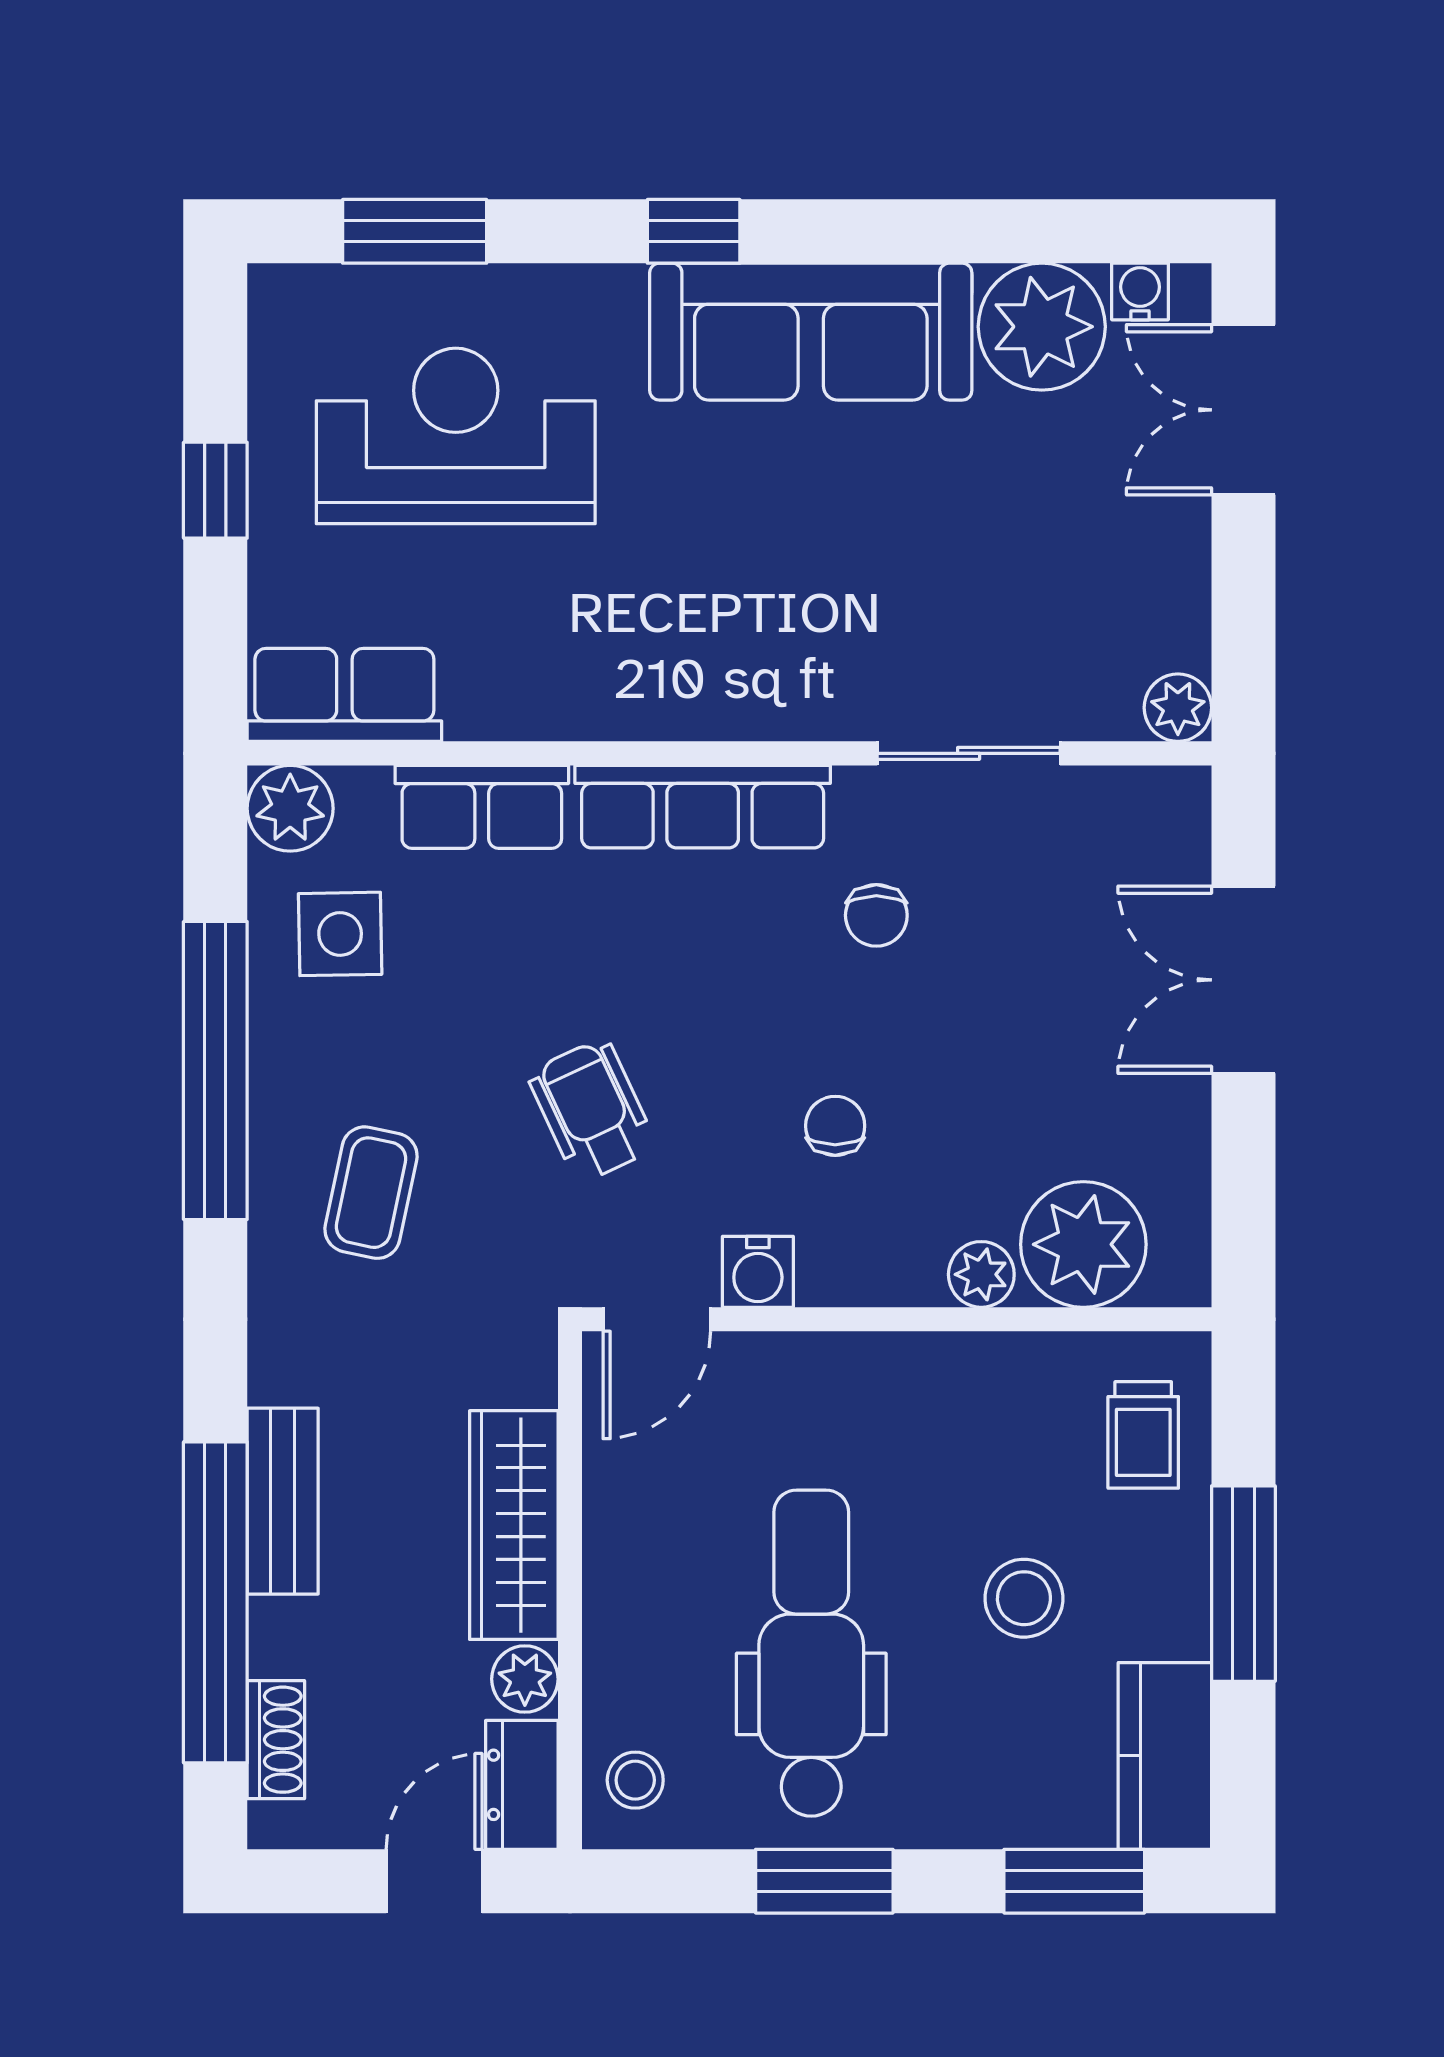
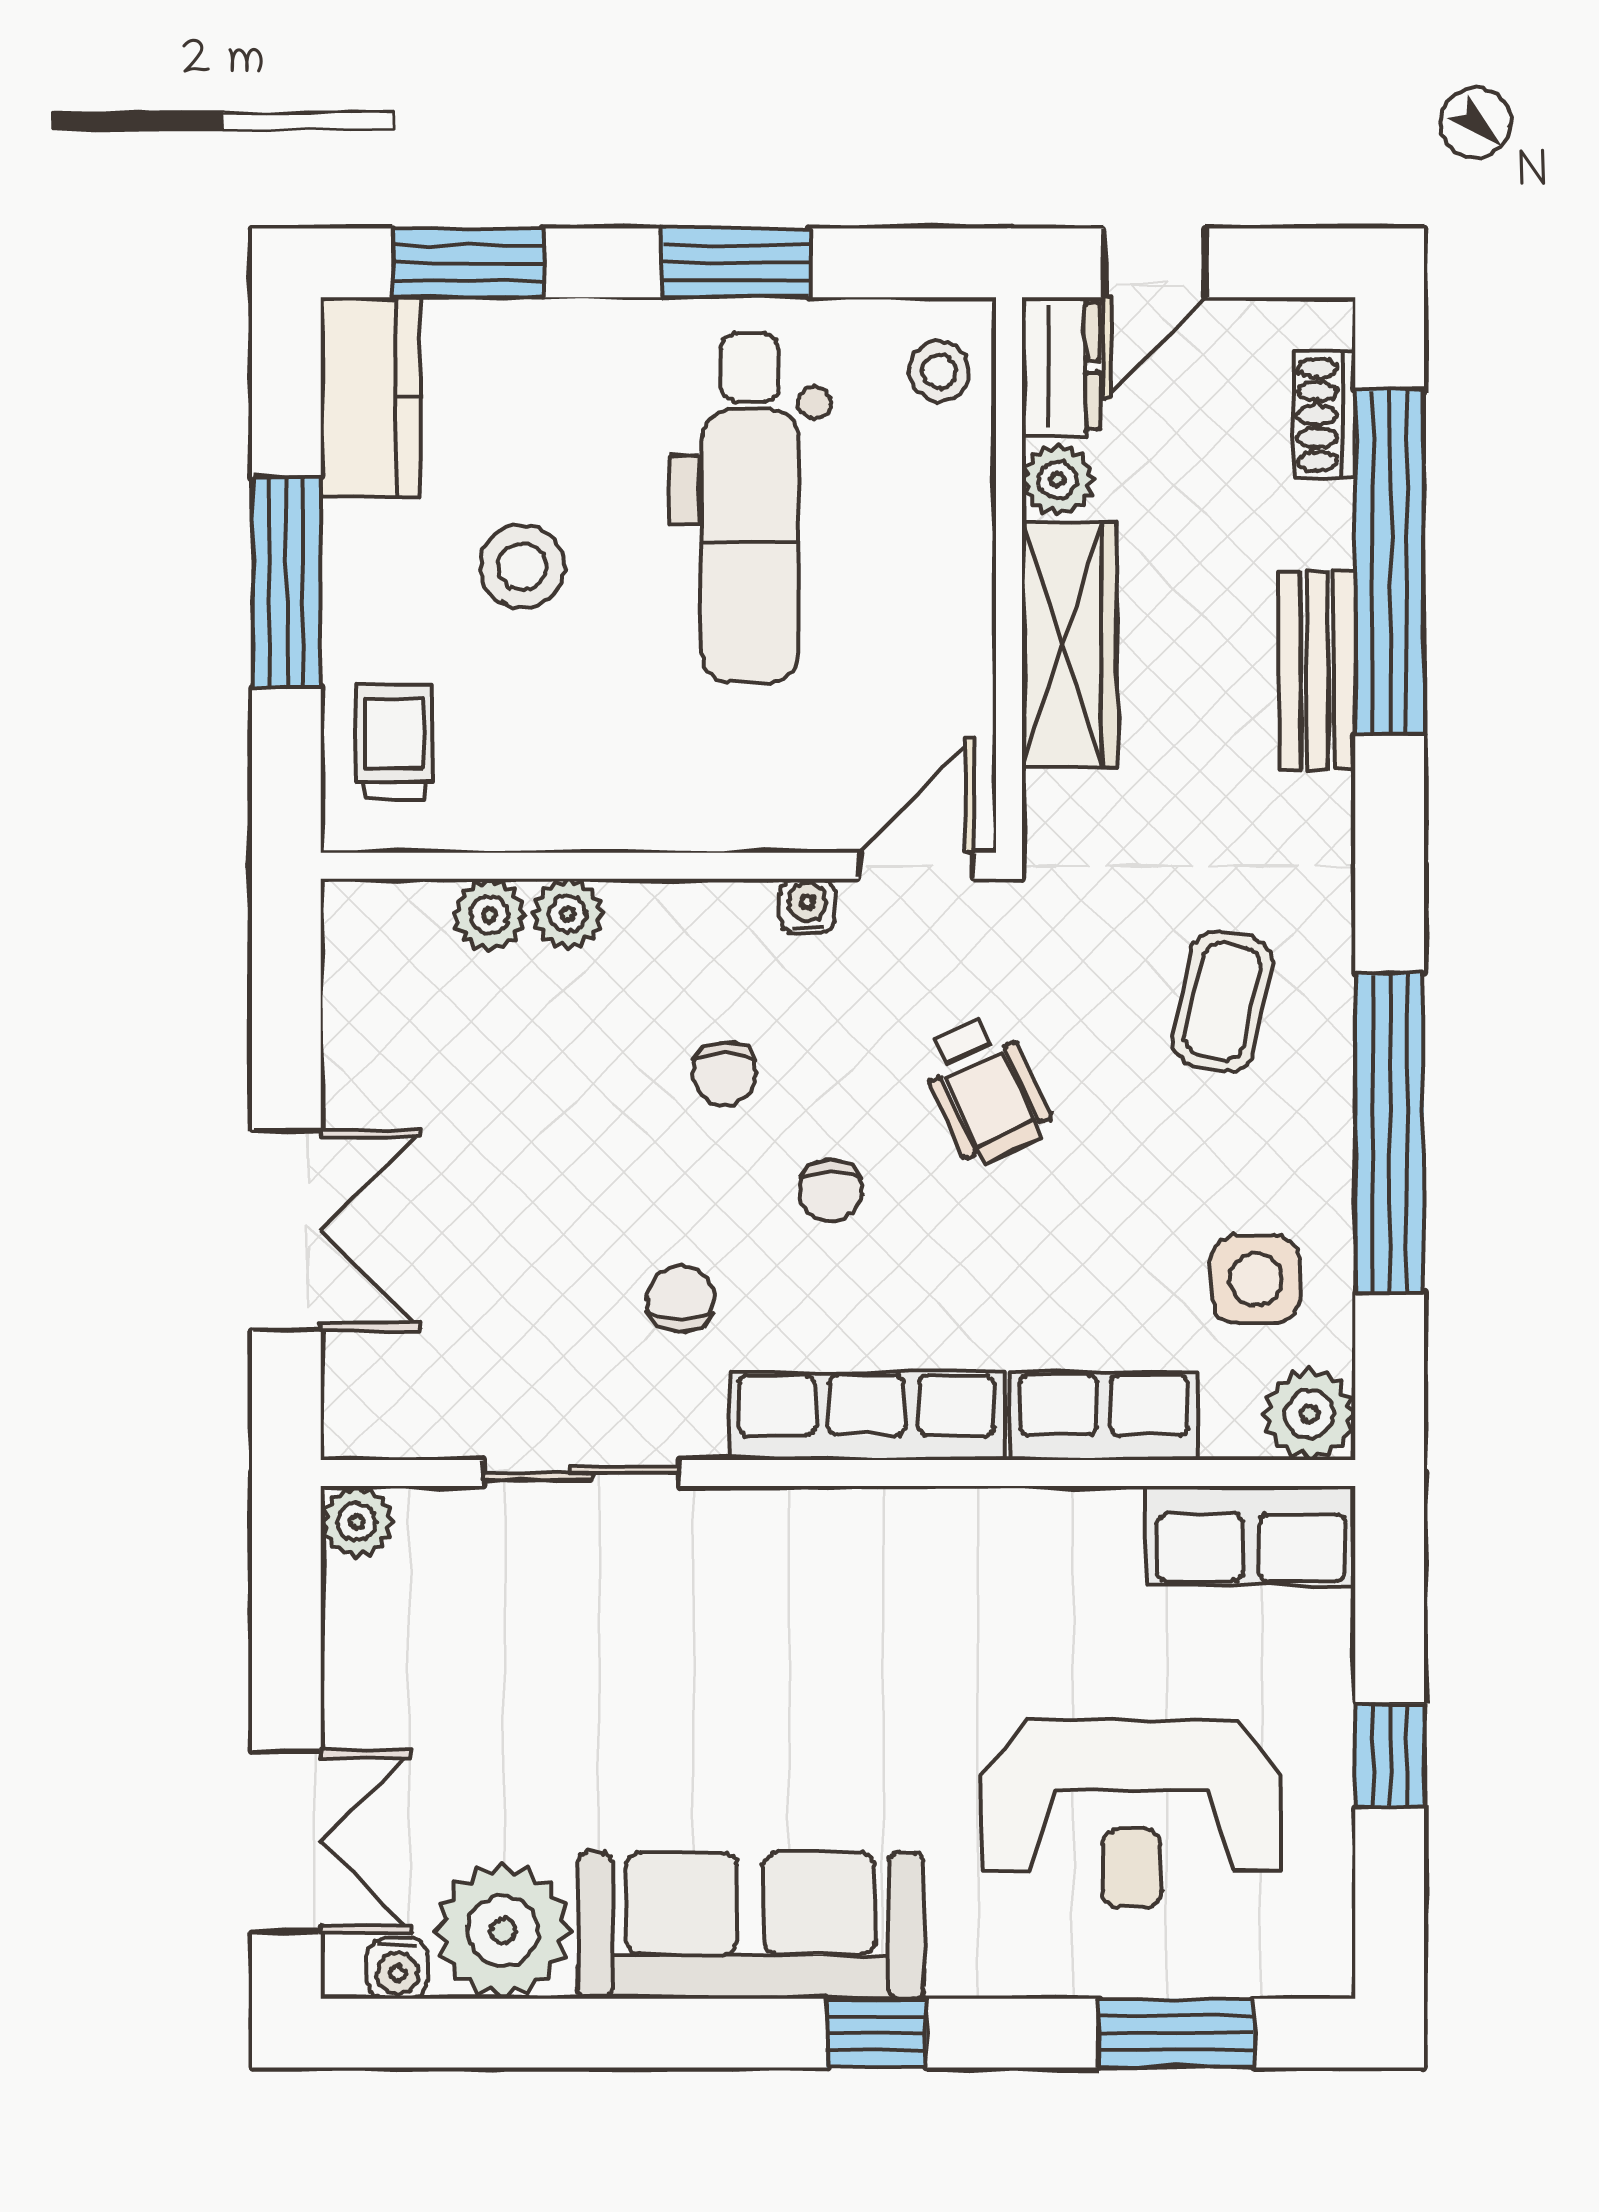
chair: (736, 1016) -> (831, 1191), added
plant: (1083, 1244) -> (490, 915), width x0.53, depth x0.53
water cooler: (758, 1272) -> (807, 906), width x0.72, depth x0.72

